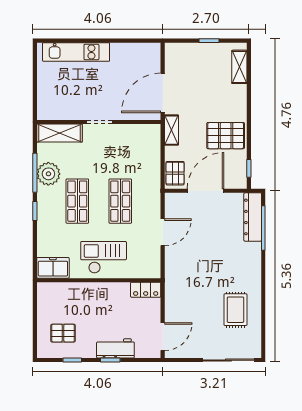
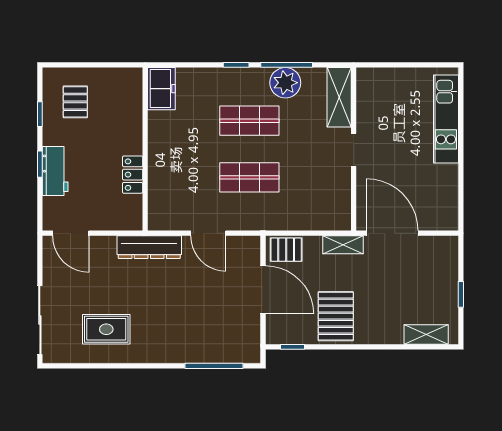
dresser: (253, 217) -> (149, 247), moved, turned 180
checkout: (104, 257) -> (175, 155), removed
locker: (146, 290) -> (133, 175), moved

